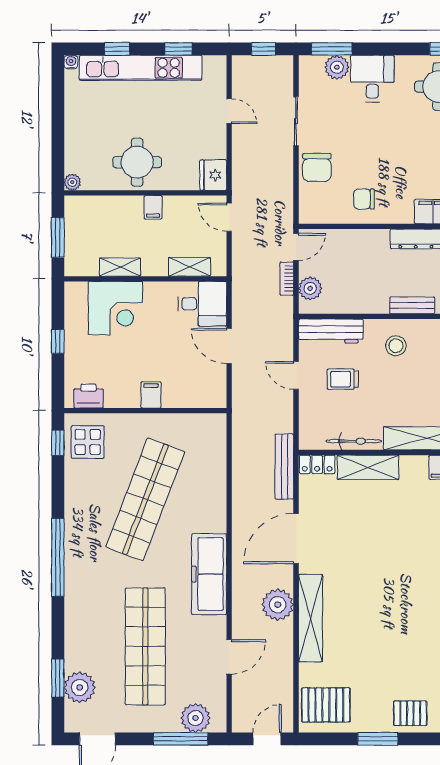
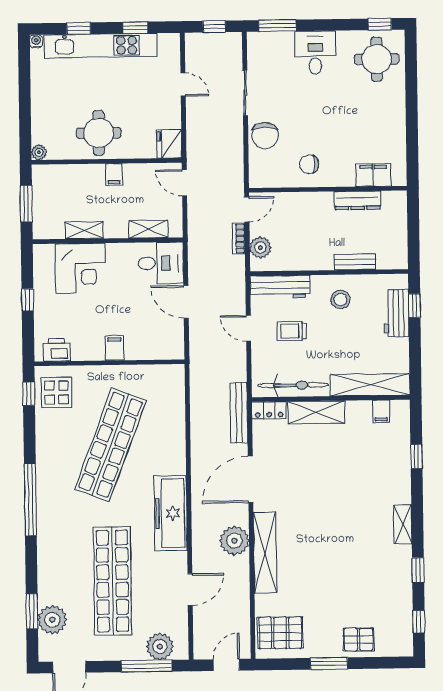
plant: (337, 67) -> (282, 42), removed
bicycle: (354, 441) -> (293, 385), width x1.37, depth x1.40

